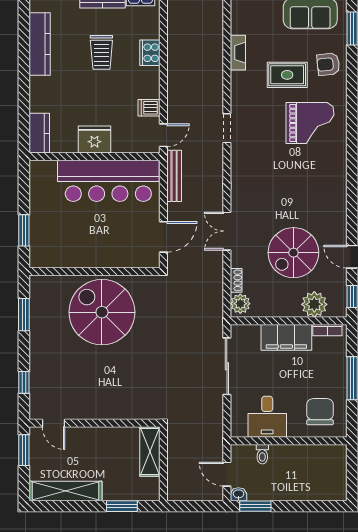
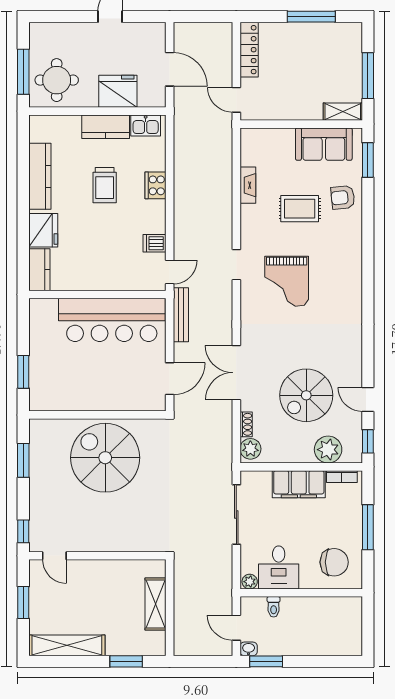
grand piano: (310, 123) -> (287, 281), moved, turned 90
fridge: (94, 140) -> (43, 230), moved, turned 90
double door: (227, 231) -> (236, 373), width x1.37
chair: (320, 412) -> (334, 562), turned 90
door: (54, 423) -> (54, 556), moved
wall: (94, 423) -> (97, 556), moved
plant: (240, 430) -> (250, 582), added

